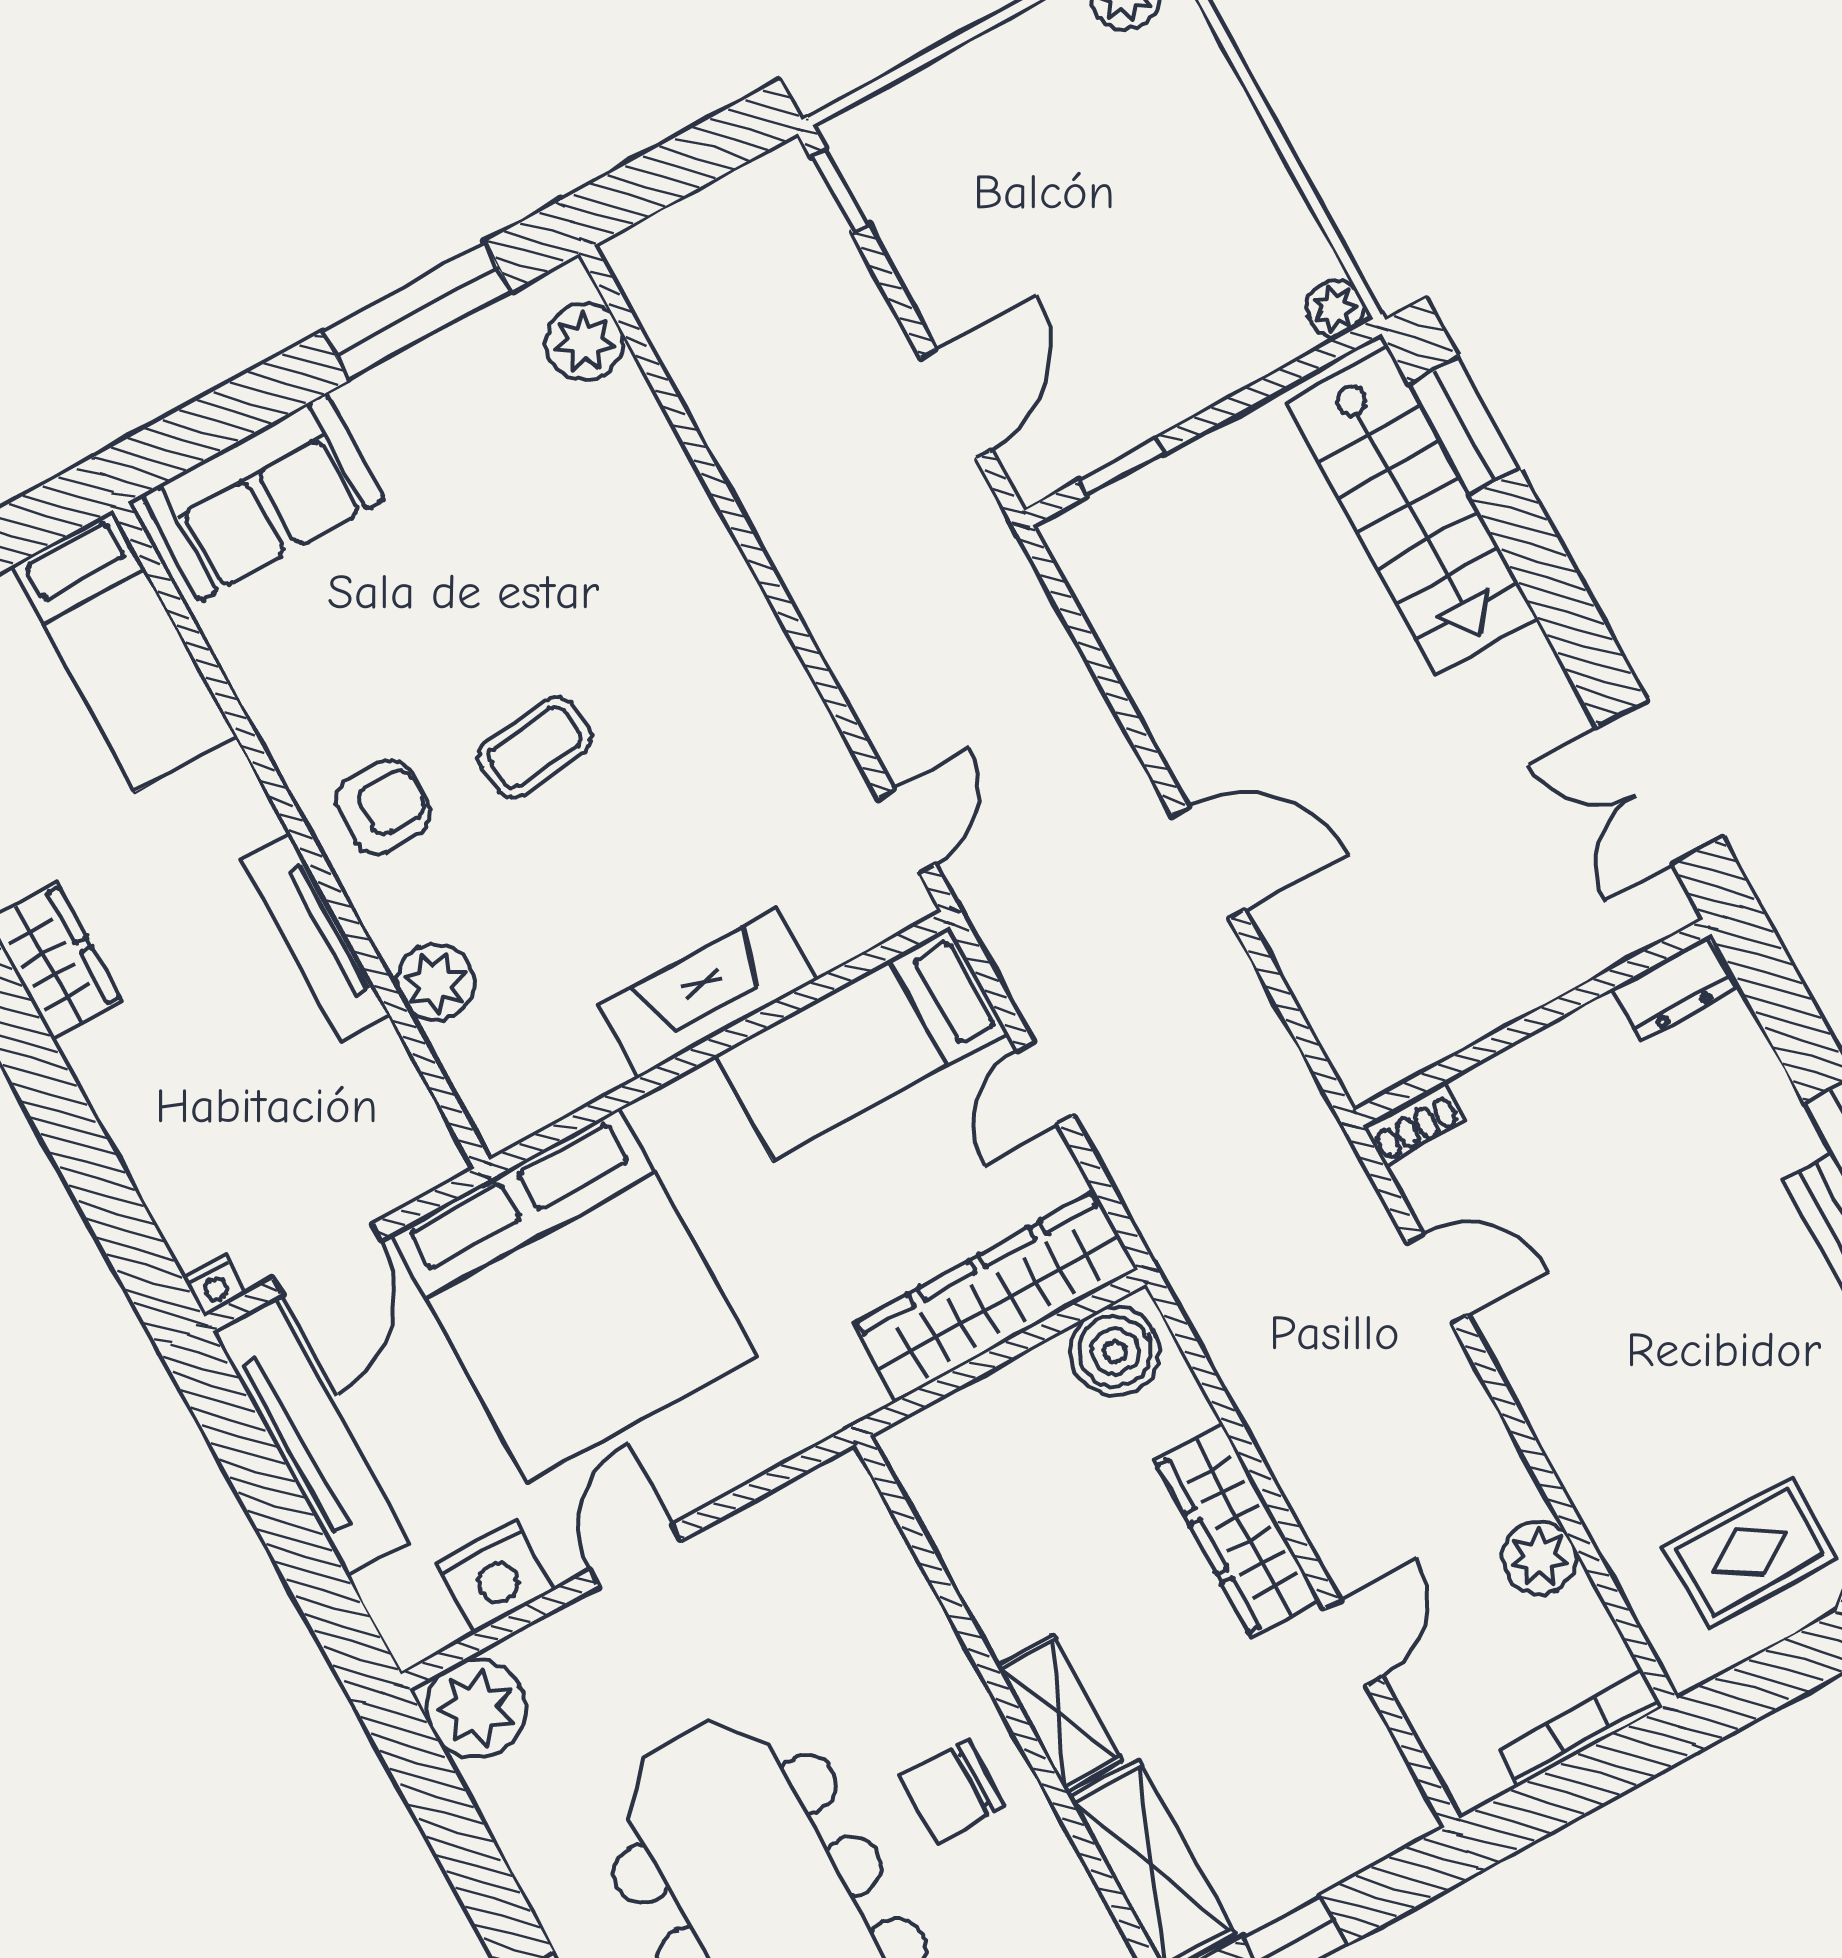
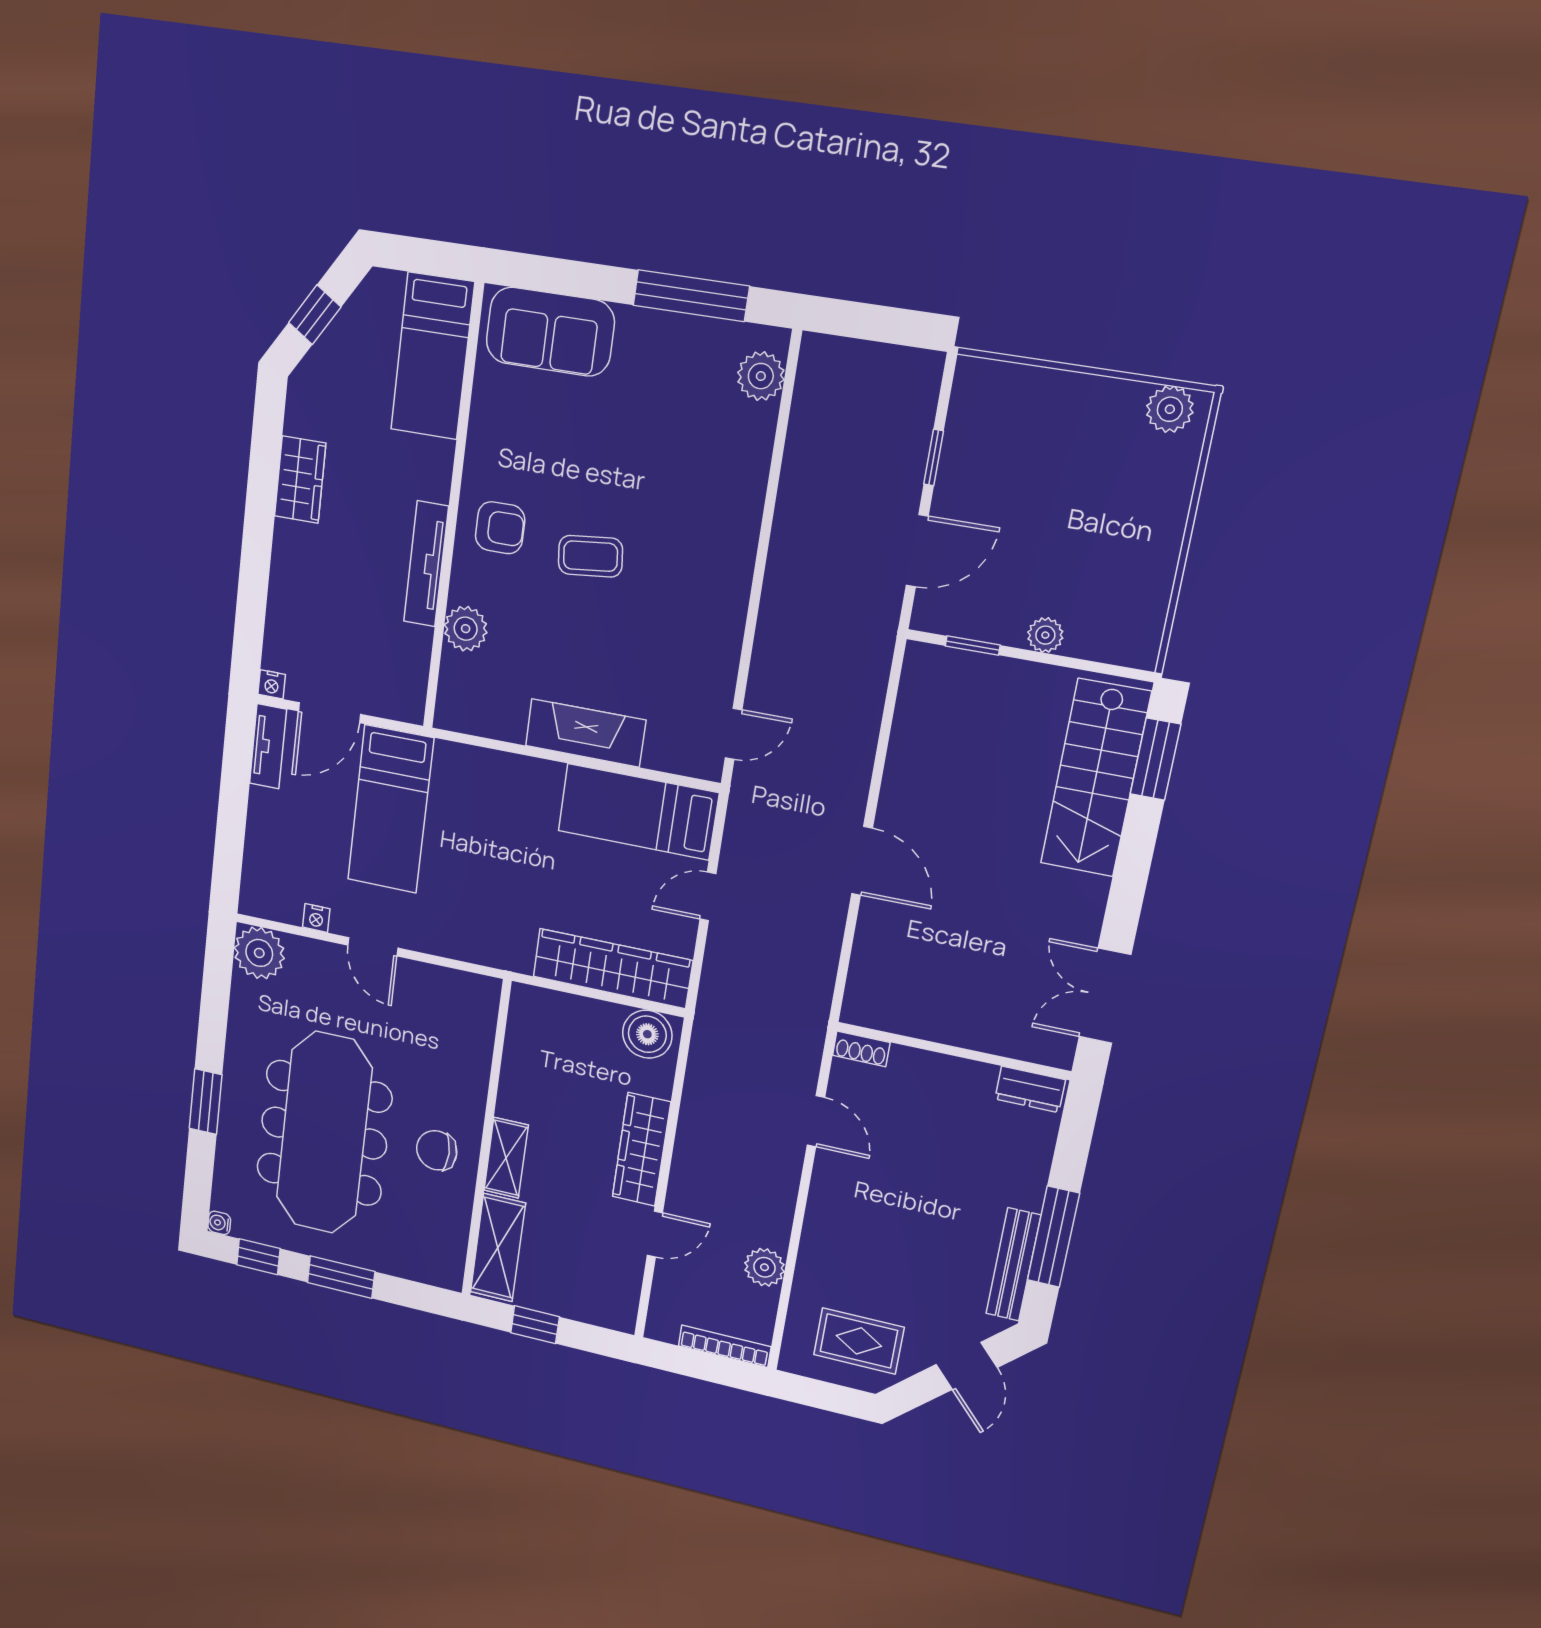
window: (839, 191) -> (934, 458), moved
plant: (1335, 308) -> (1045, 635), moved
bed: (573, 1295) -> (391, 809), width x0.49
tv unit: (311, 1437) -> (268, 746), width x0.52, depth x0.78
door: (635, 1555) -> (373, 947), swing flipped
nightstand: (495, 1577) -> (316, 918), width x0.53, depth x0.56

